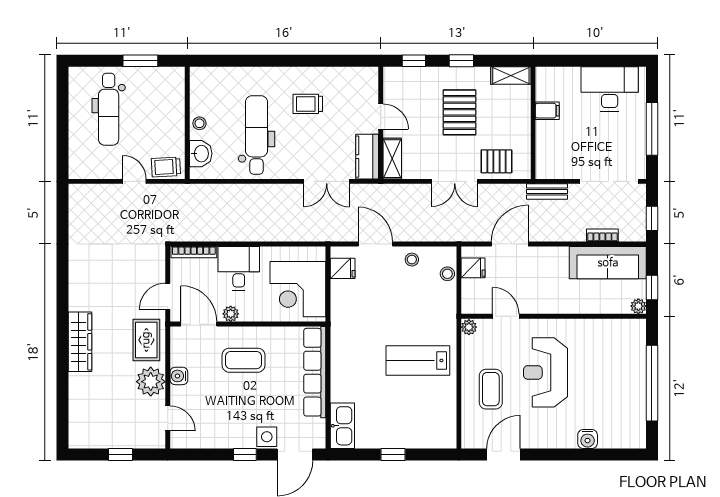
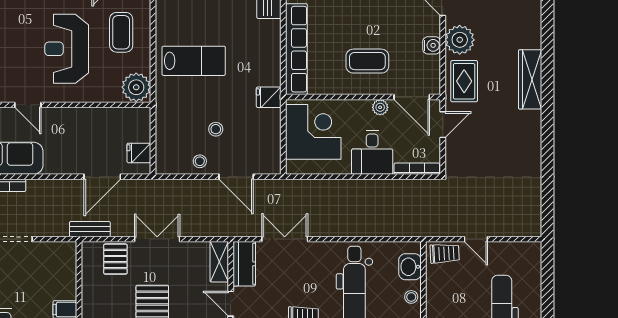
pallet: (496, 161) -> (115, 259), turned 90
bench: (547, 192) -> (90, 229), moved
fridge: (343, 268) -> (269, 97), moved
stool: (447, 274) -> (216, 129), moved
door: (506, 316) -> (28, 105), moved
plant: (469, 327) -> (136, 87), width x1.87, depth x1.87
reception desk: (546, 372) -> (67, 49), turned 180

